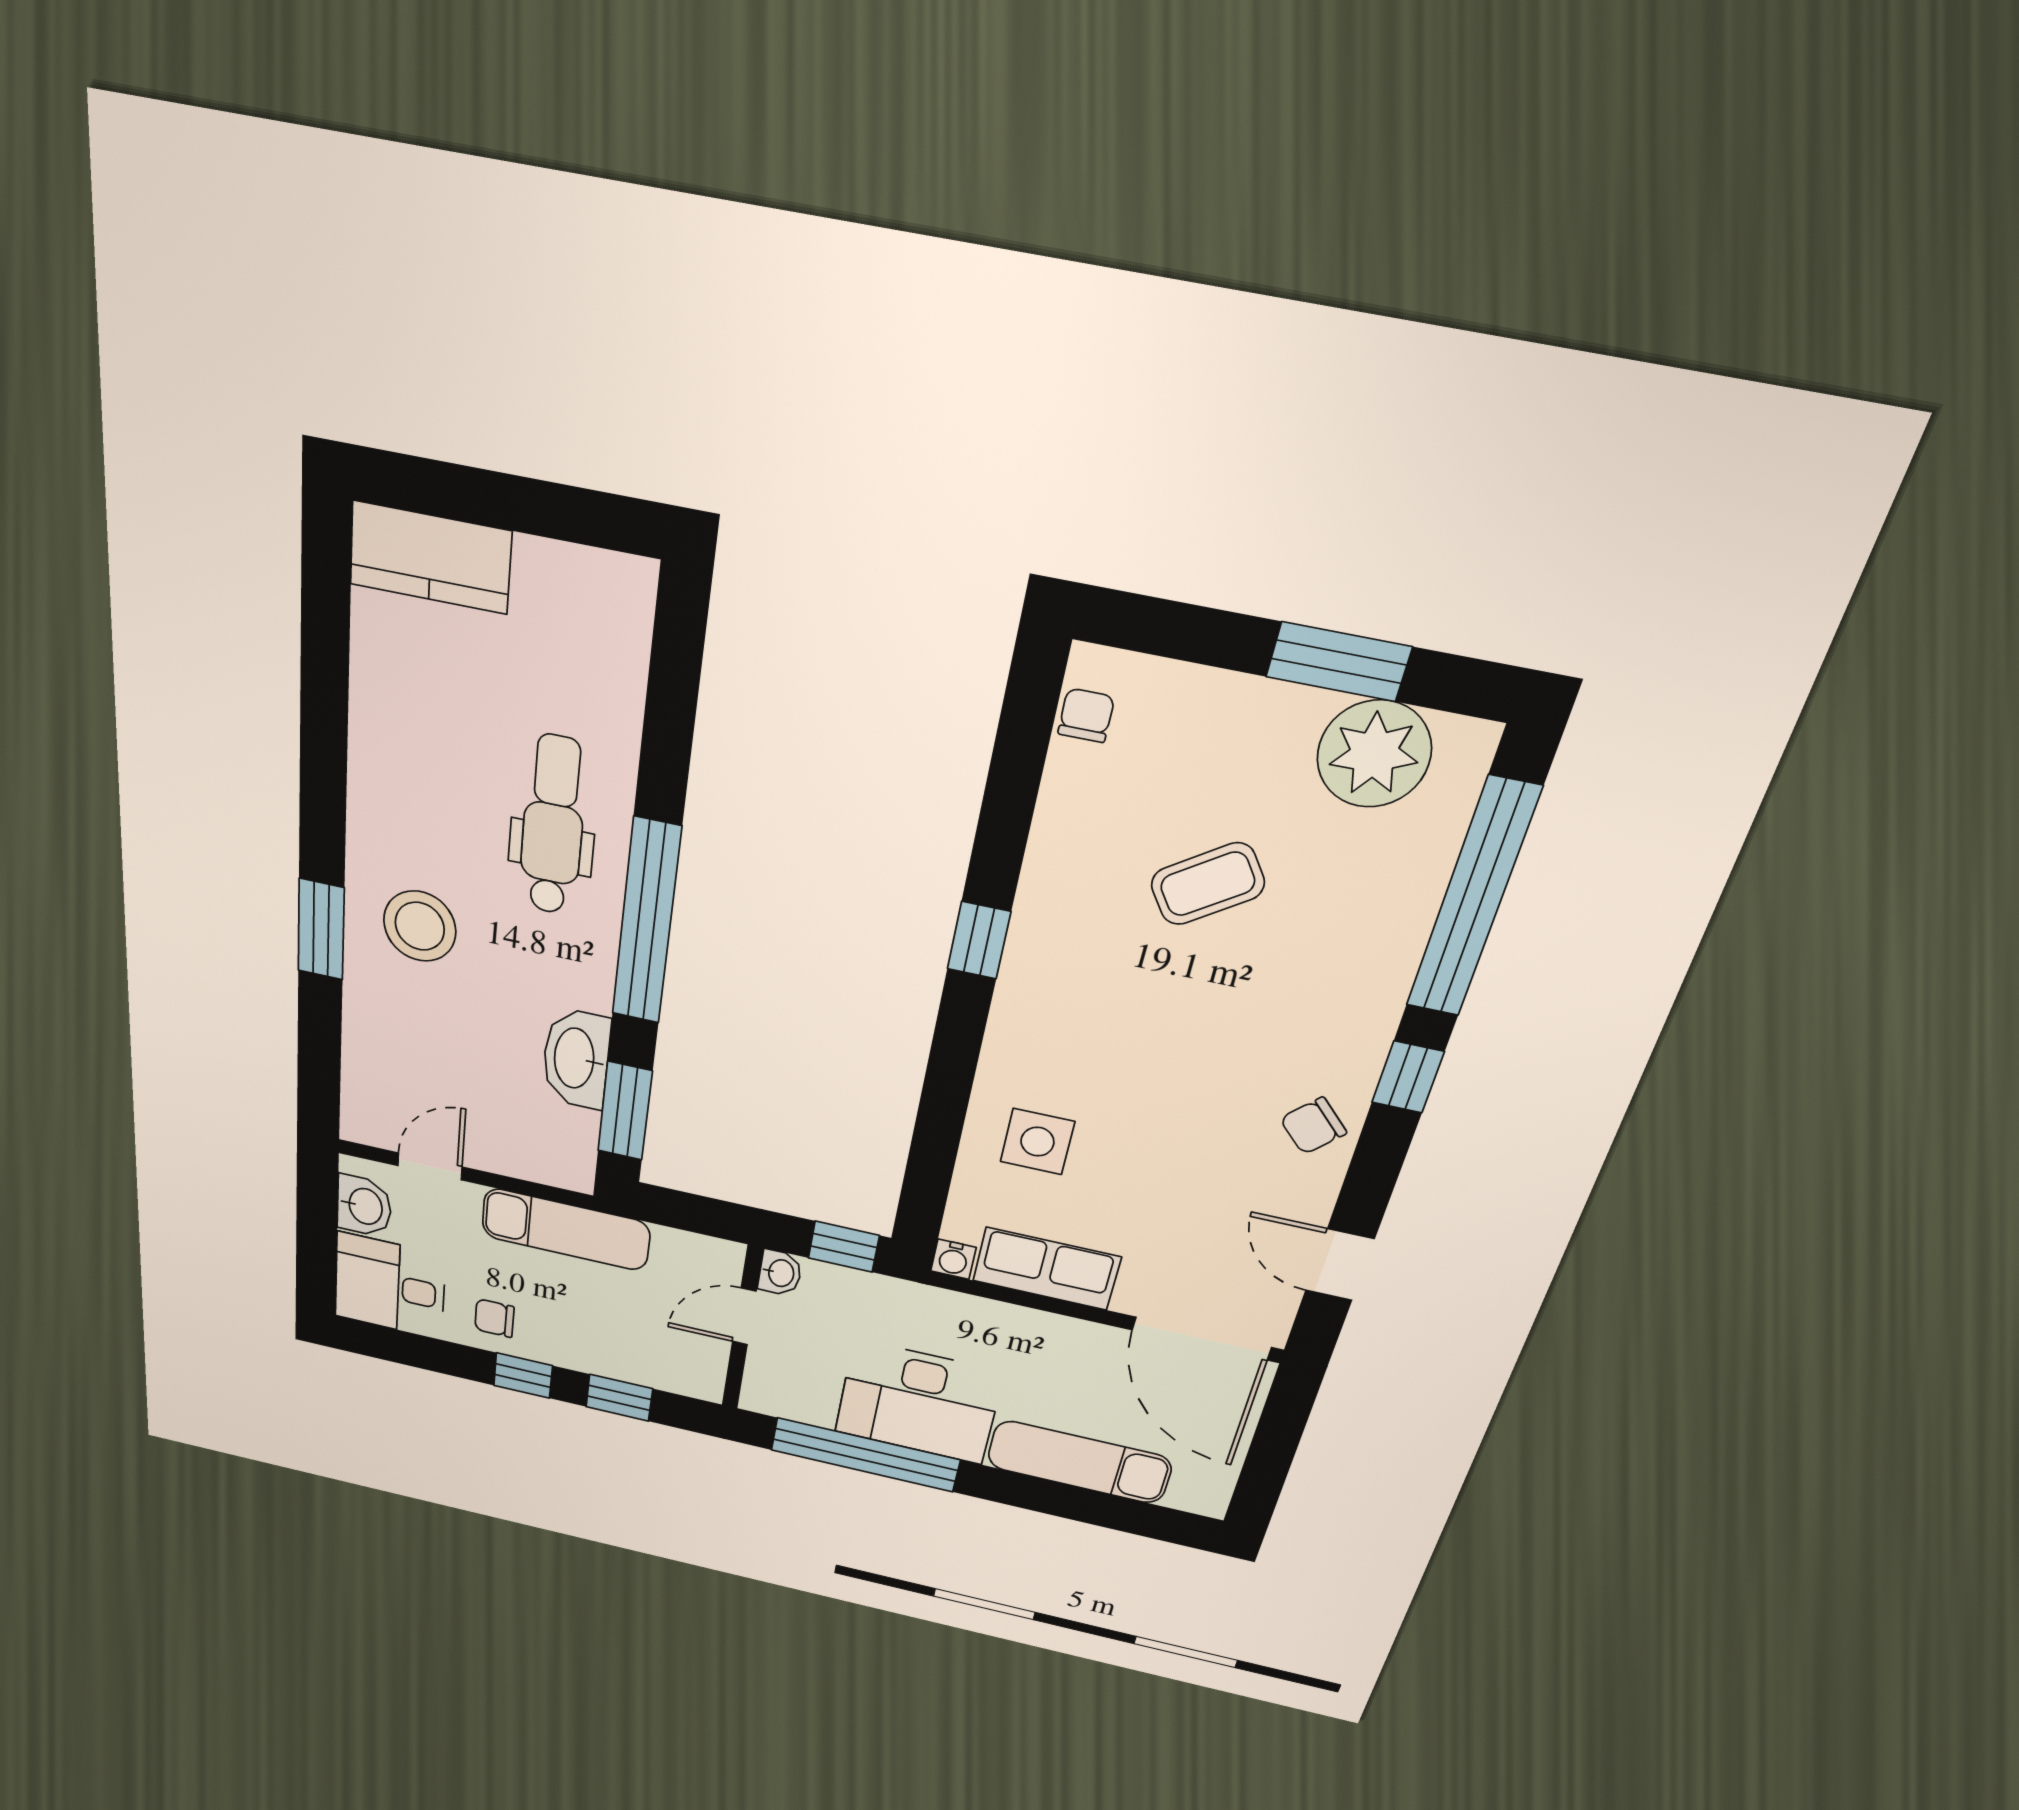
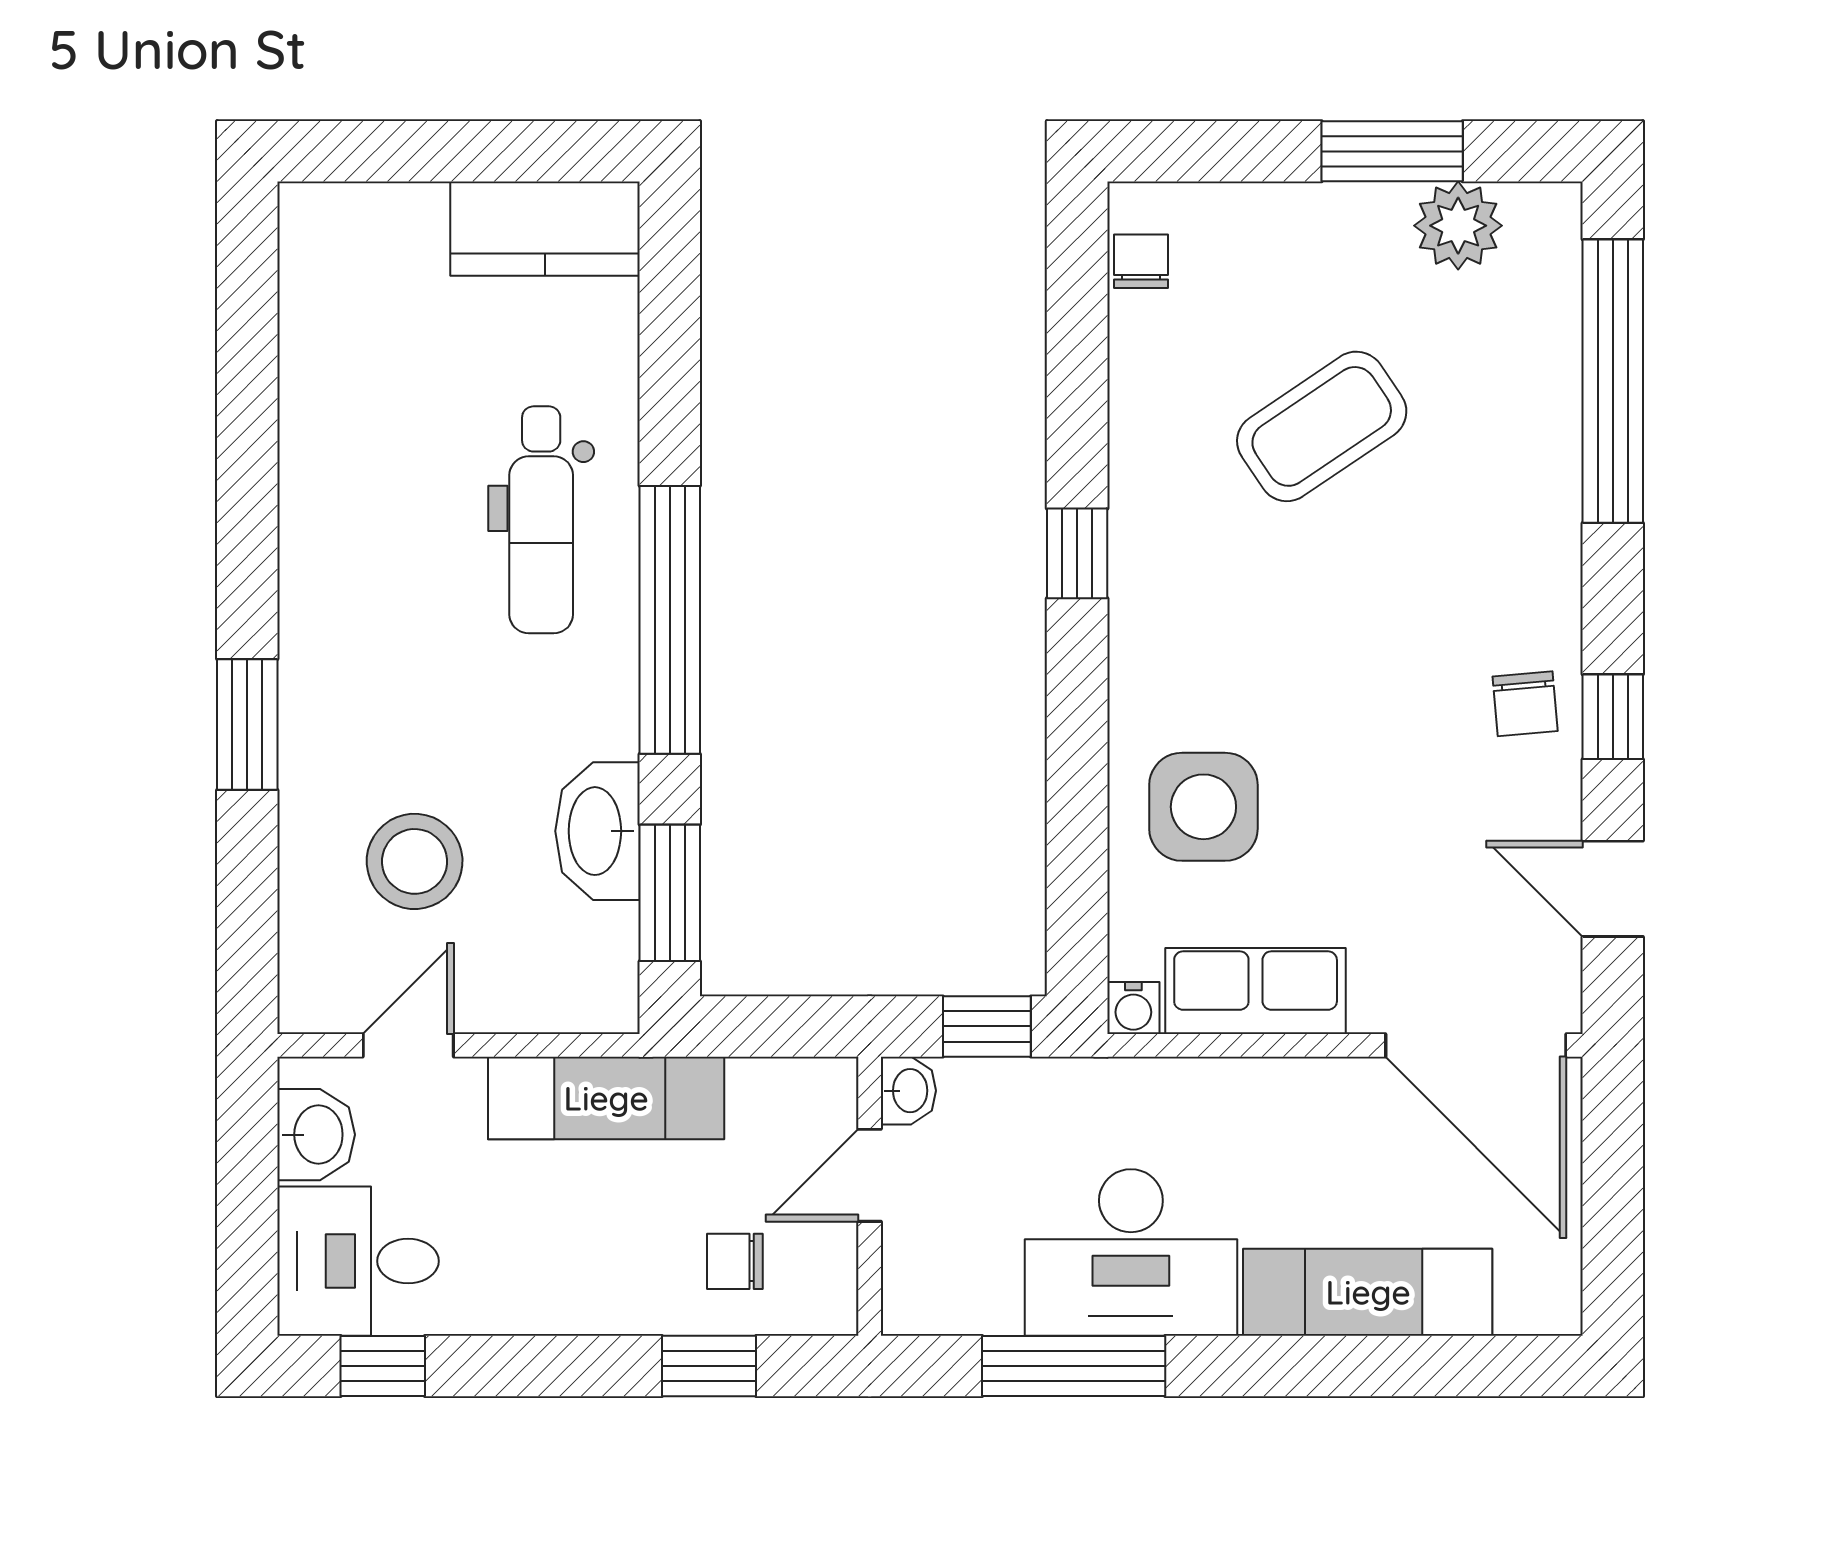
kitchen counter: (430, 558) -> (545, 229), moved
plant: (1374, 754) -> (1458, 226), width x0.73, depth x0.73
dental chair: (553, 826) -> (541, 520), turned 180
coffee table: (1208, 884) -> (1322, 426), width x1.36, depth x1.30
stool: (420, 926) -> (415, 861), moved
window: (1408, 1077) -> (1613, 717), moved
chair: (1313, 1126) -> (1525, 704), turned -50
side table: (1037, 1142) -> (1203, 807), width x1.37, depth x1.37
chair: (494, 1318) -> (735, 1261), moved
window: (523, 1375) -> (383, 1366), moved
window: (865, 1455) -> (1074, 1366), width x0.68

